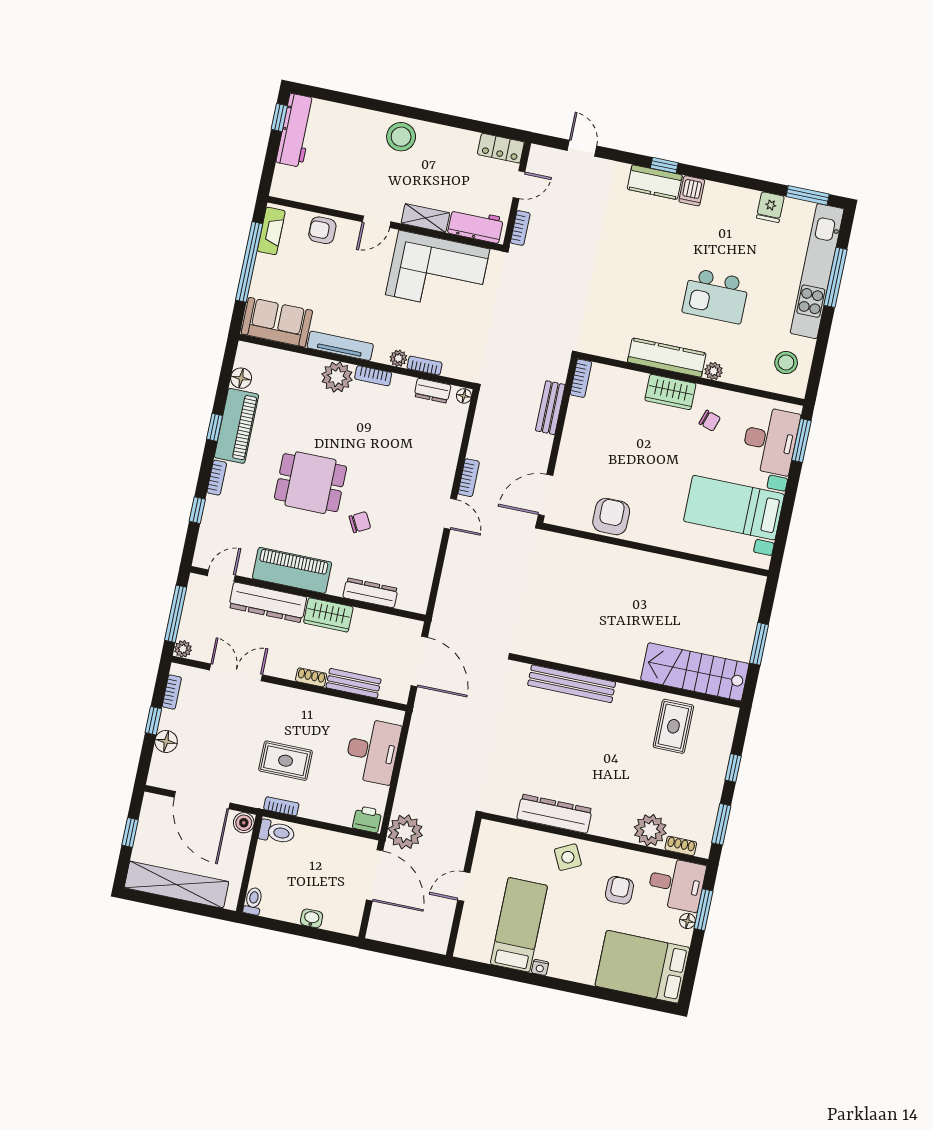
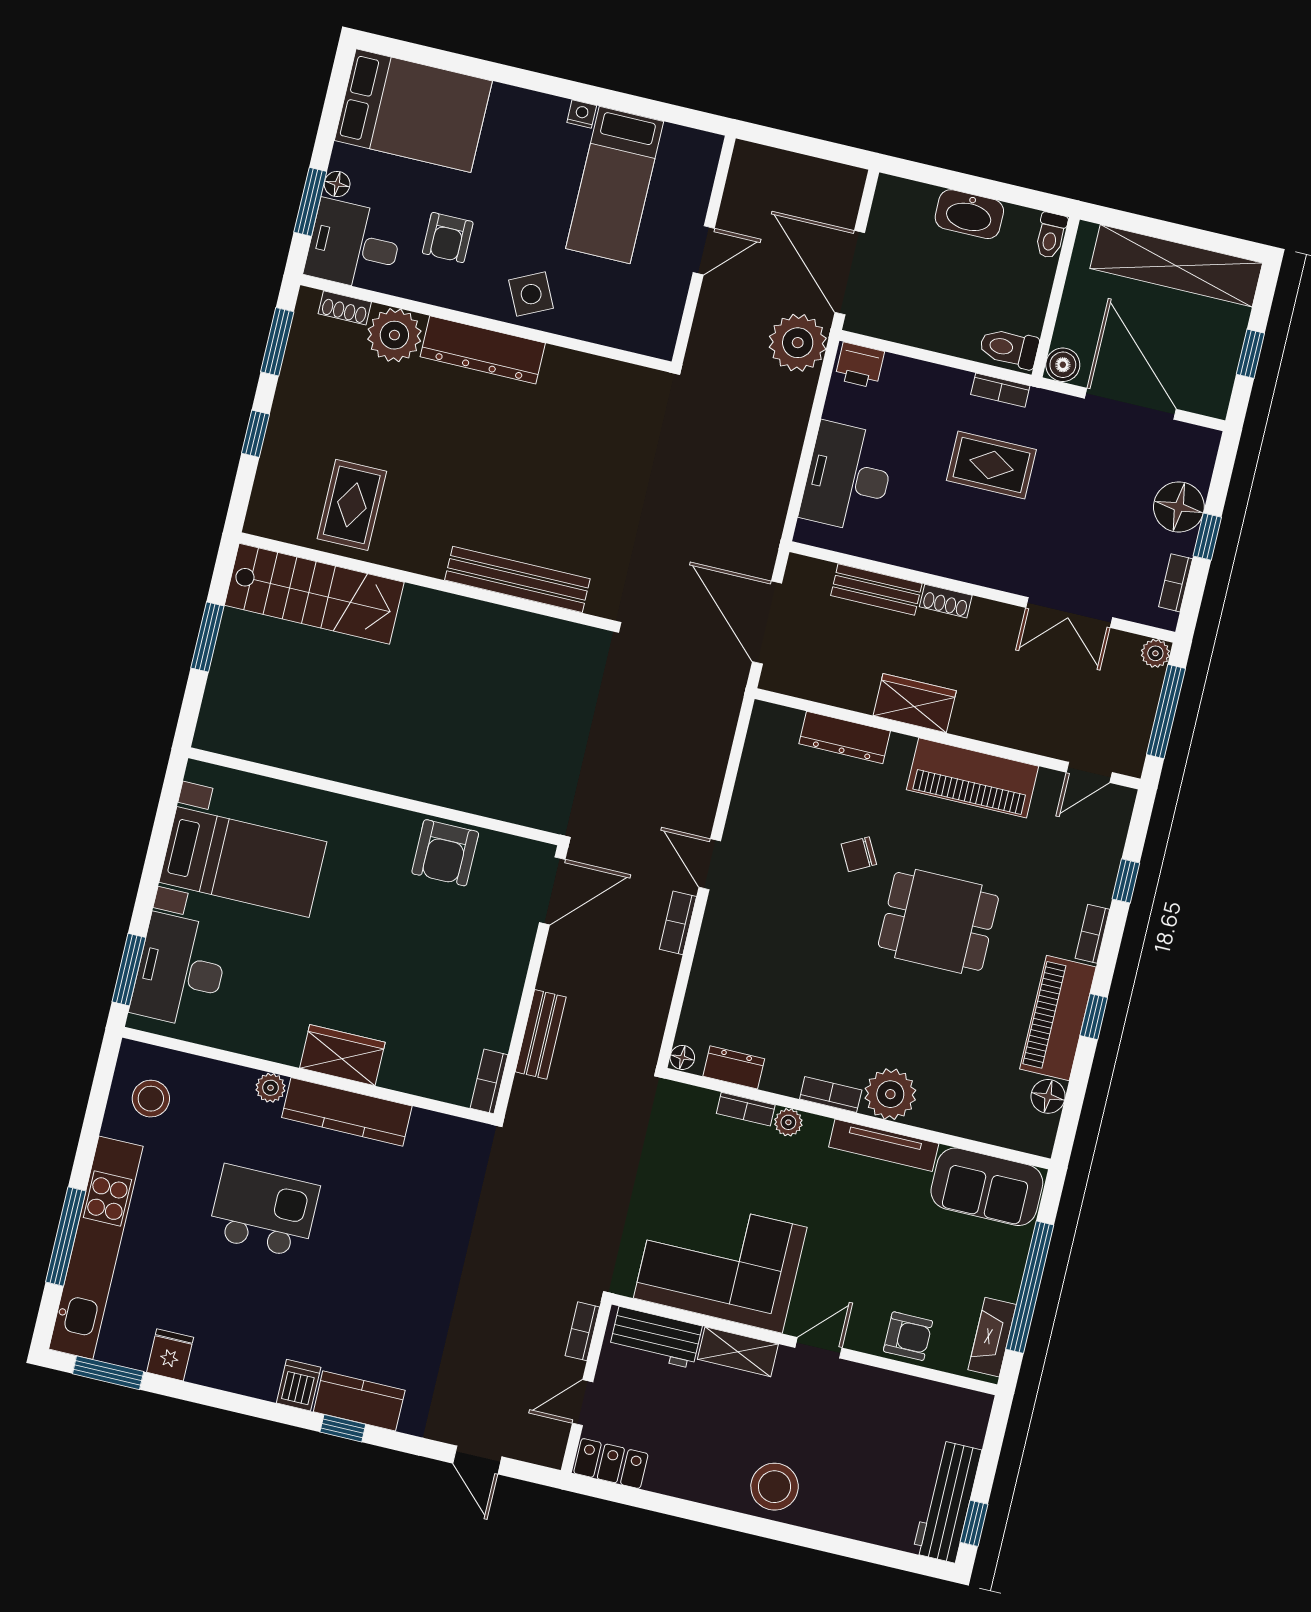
chair: (710, 421) -> (279, 1006), removed
dresser: (268, 602) -> (1014, 726), removed
floor lamp: (166, 741) -> (1179, 507), width x1.38, depth x1.38
dresser: (554, 814) -> (483, 350), moved
washbasin: (312, 918) -> (969, 214), width x1.91, depth x1.45

